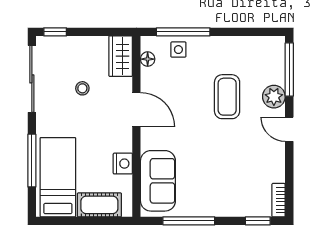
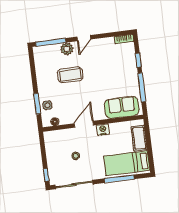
window: (183, 32) -> (37, 104), width x0.69
wardrobe: (121, 56) -> (55, 137), removed
nightstand: (123, 164) -> (103, 130), moved
window: (258, 221) -> (138, 60), moved

